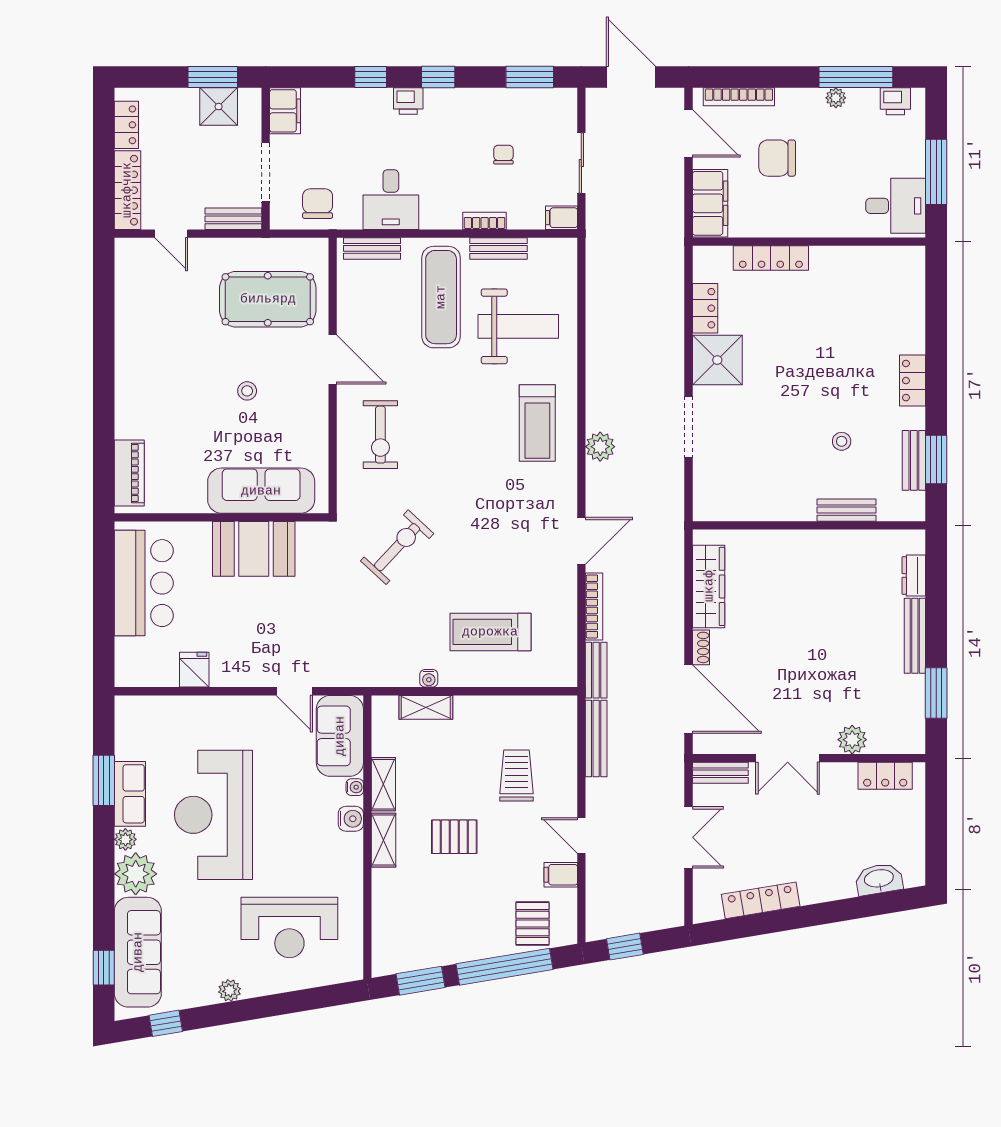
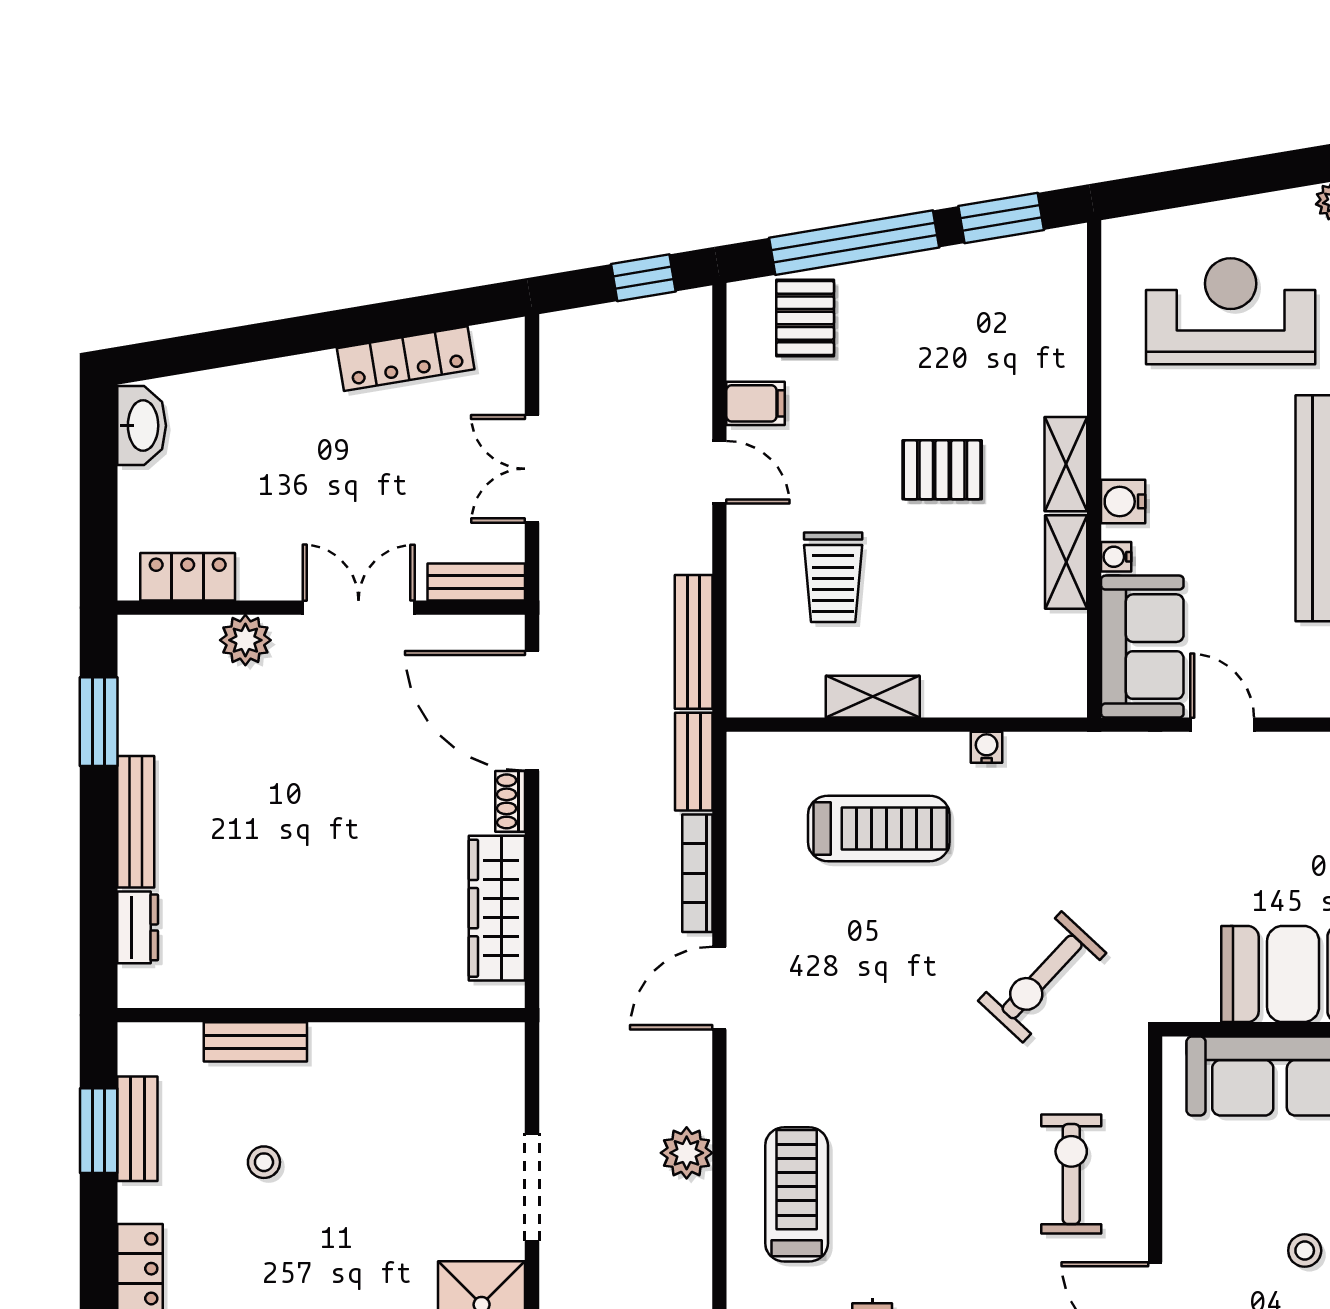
shelving: (426, 707) -> (873, 697), moved
washbasin: (879, 879) -> (142, 426), moved, turned -81

